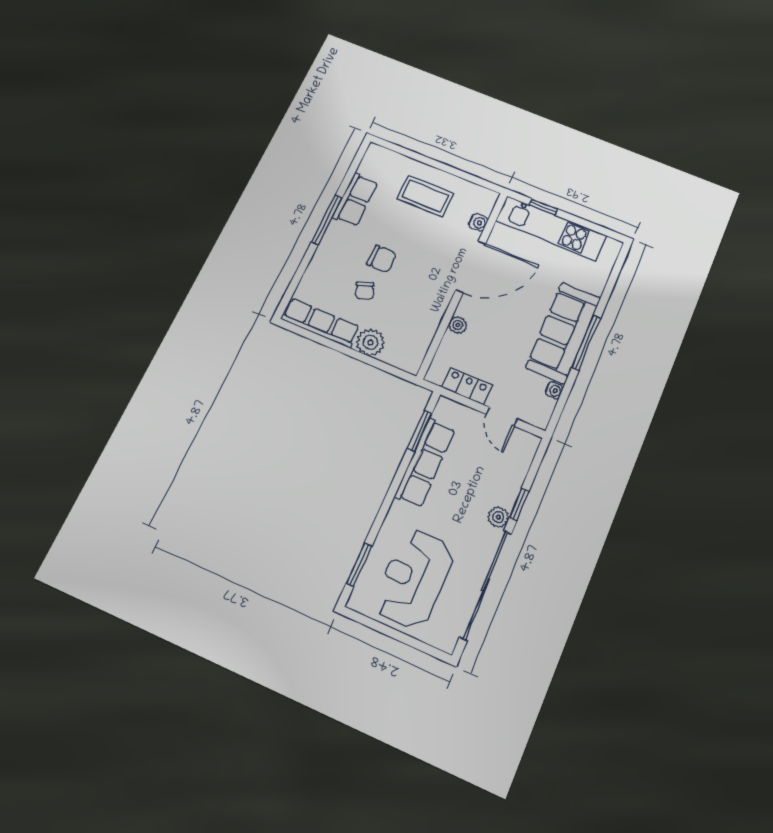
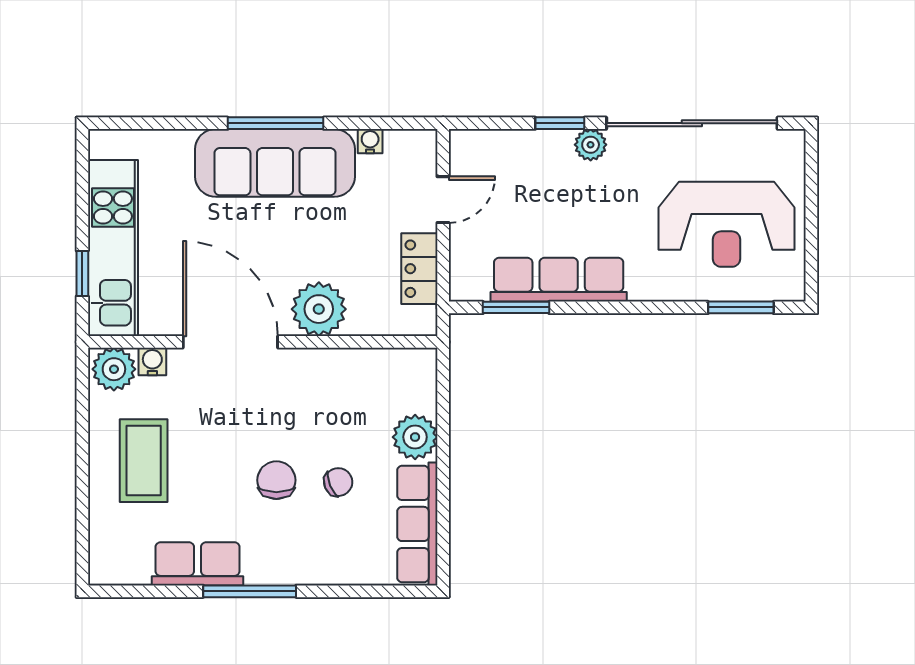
plant: (483, 201) -> (114, 369), added
plant: (458, 325) -> (319, 309), width x1.88, depth x1.88

